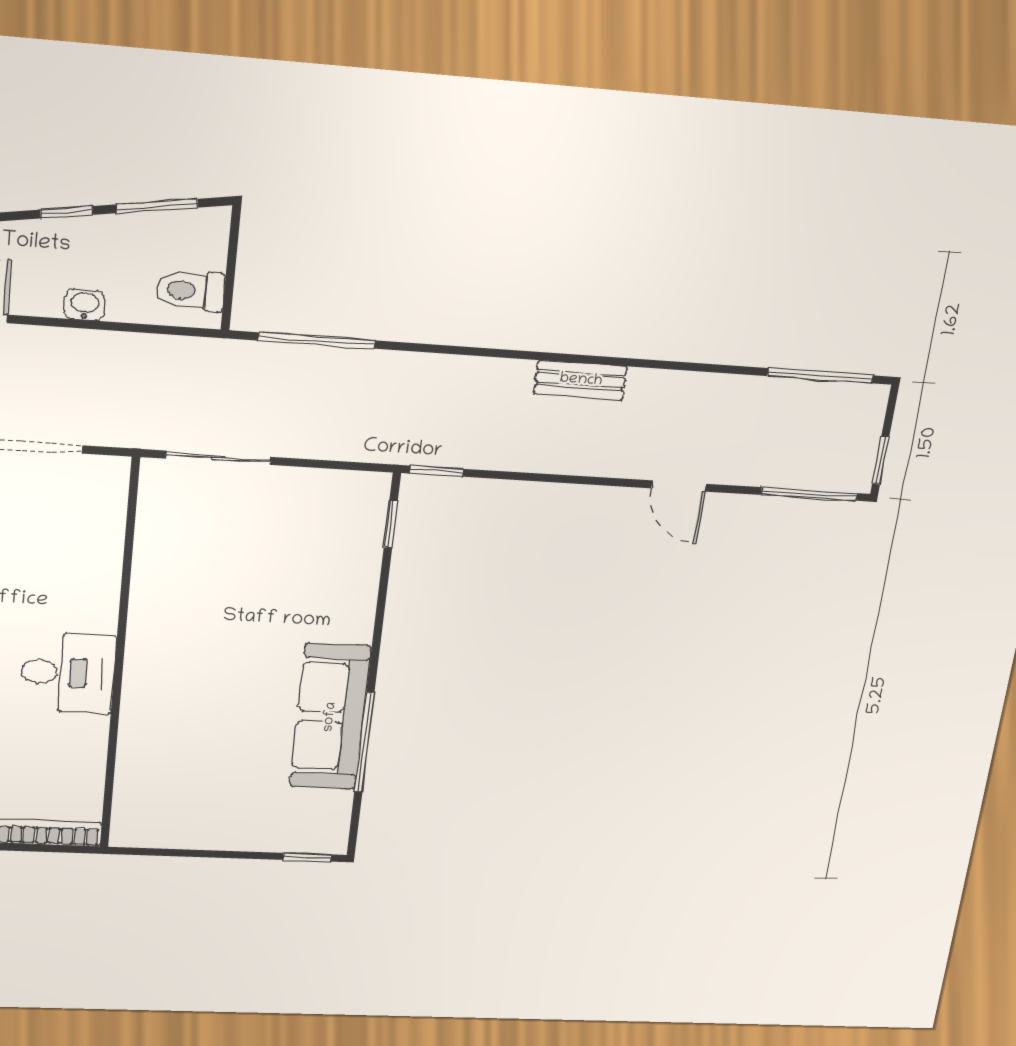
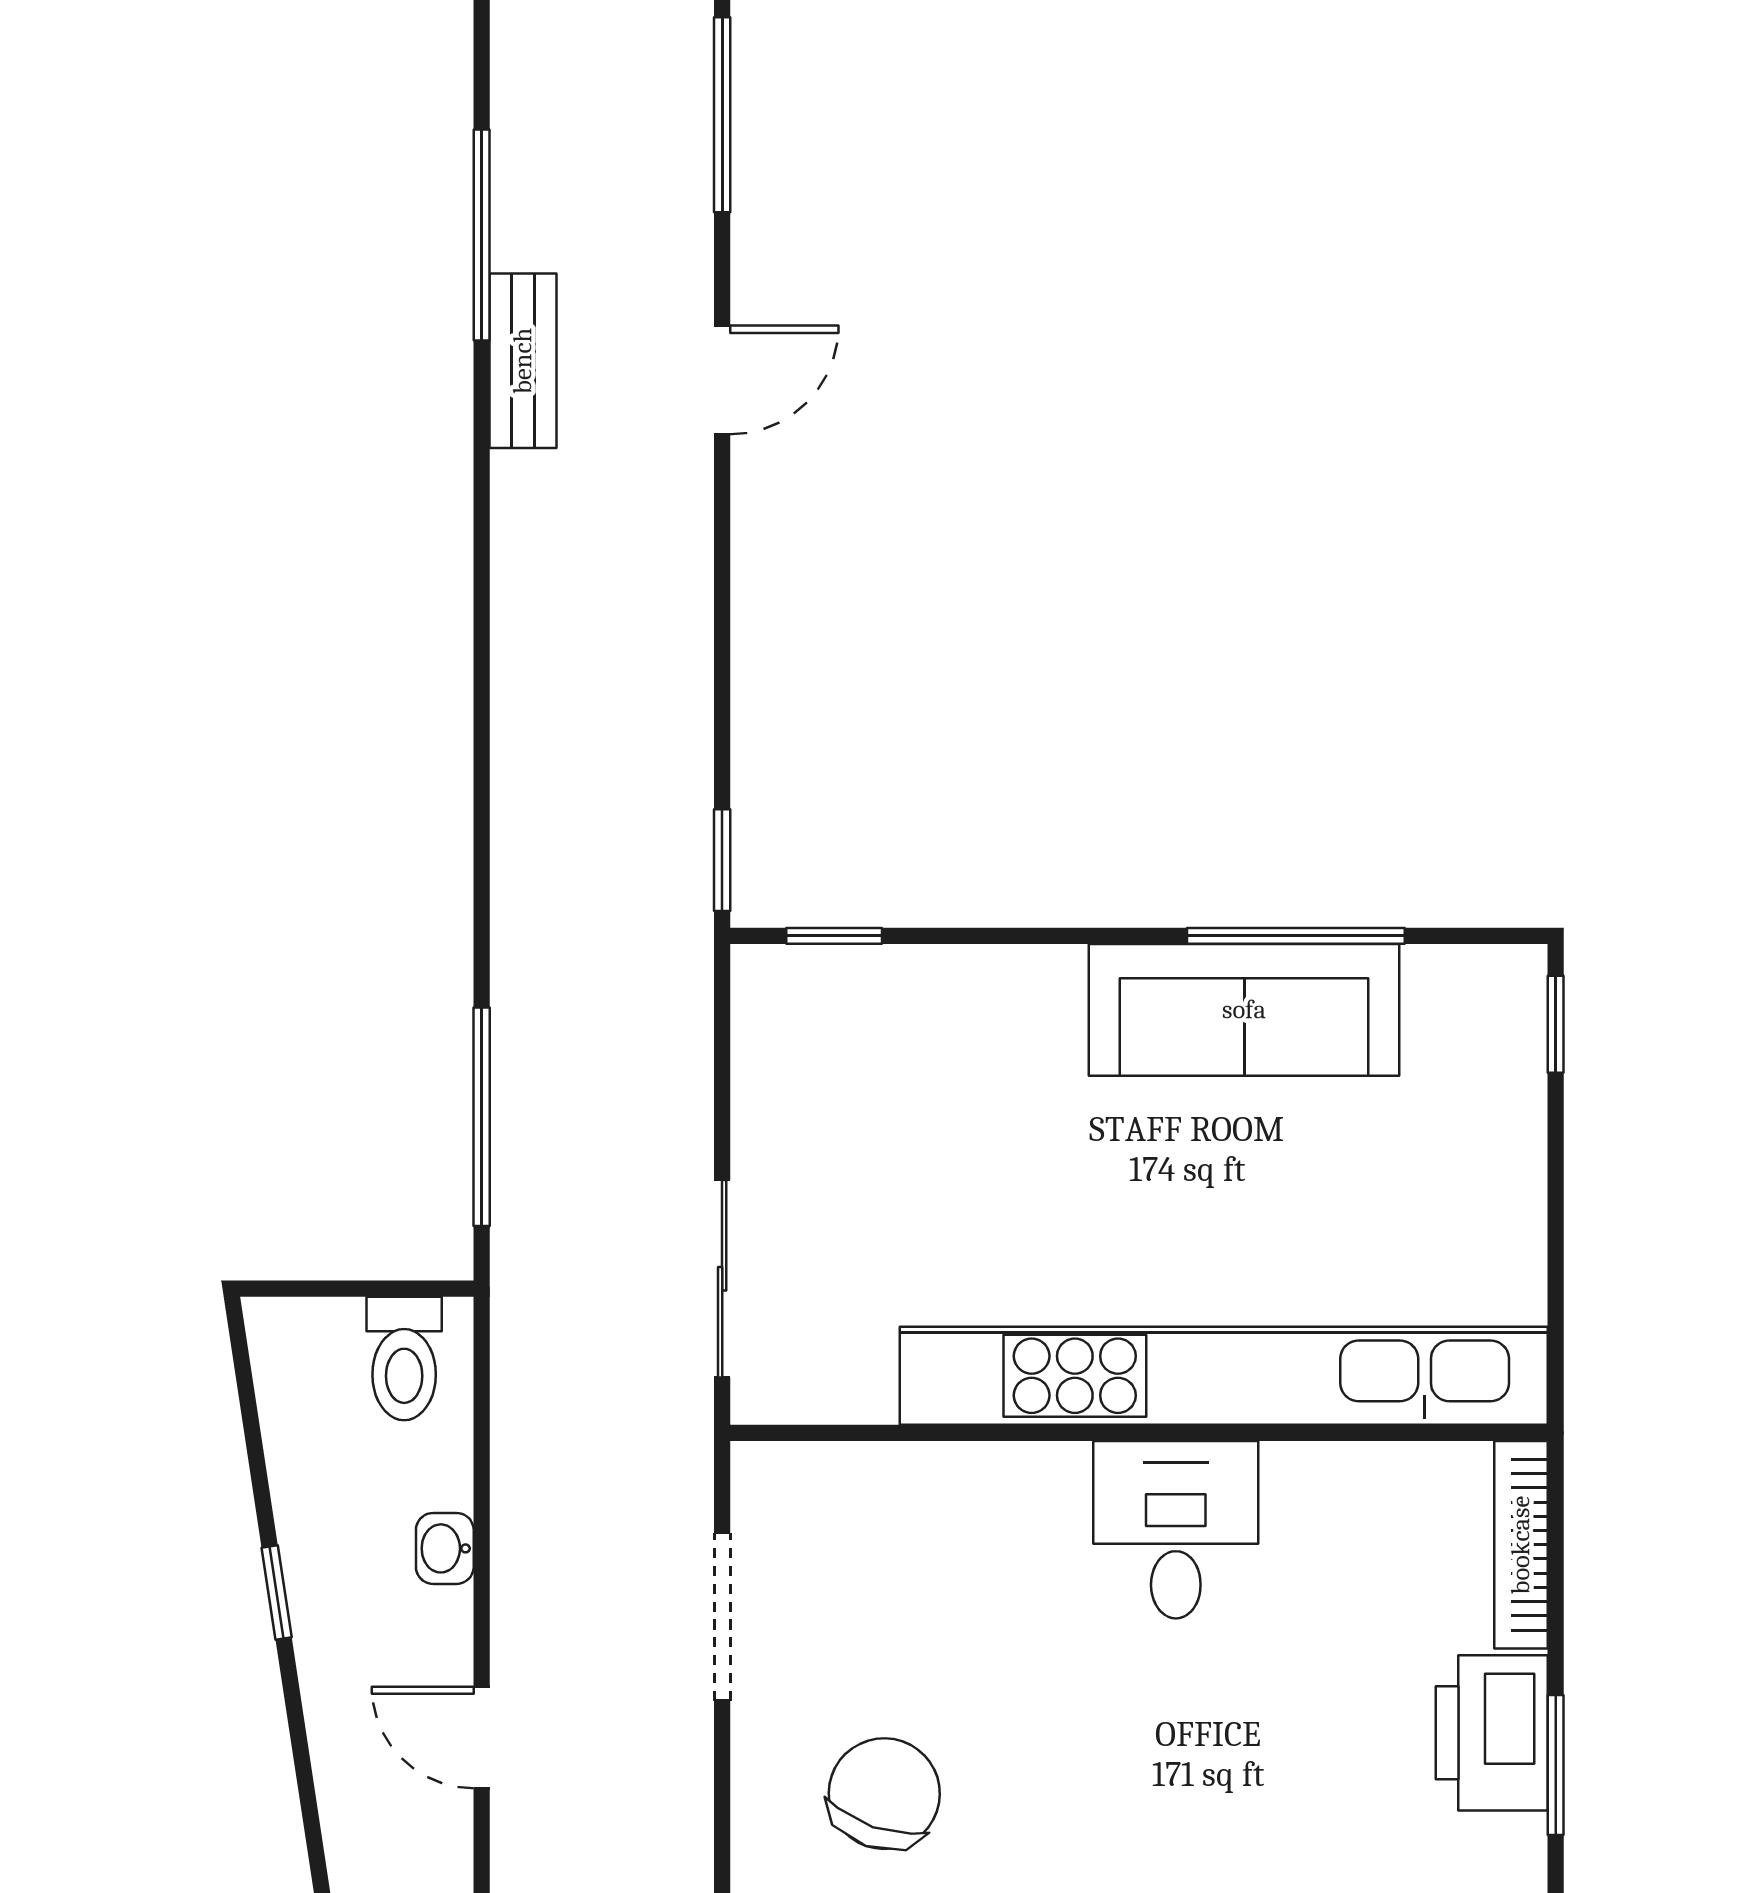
window: (157, 206) -> (252, 1432), removed
window: (820, 376) -> (482, 235), moved
bench: (581, 380) -> (523, 361), moved
kitchen unit: (146, 699) -> (1224, 1376), added

